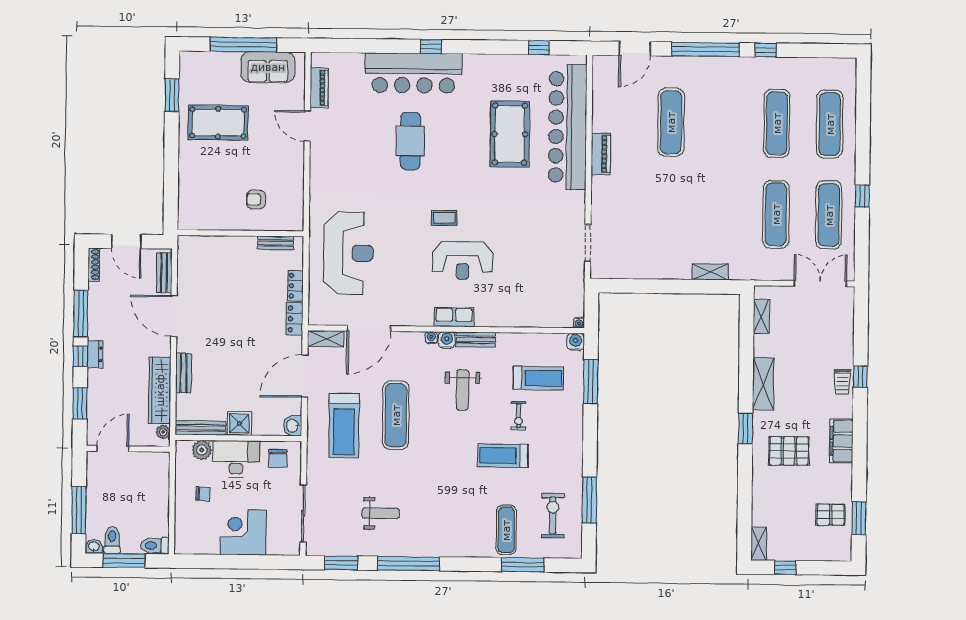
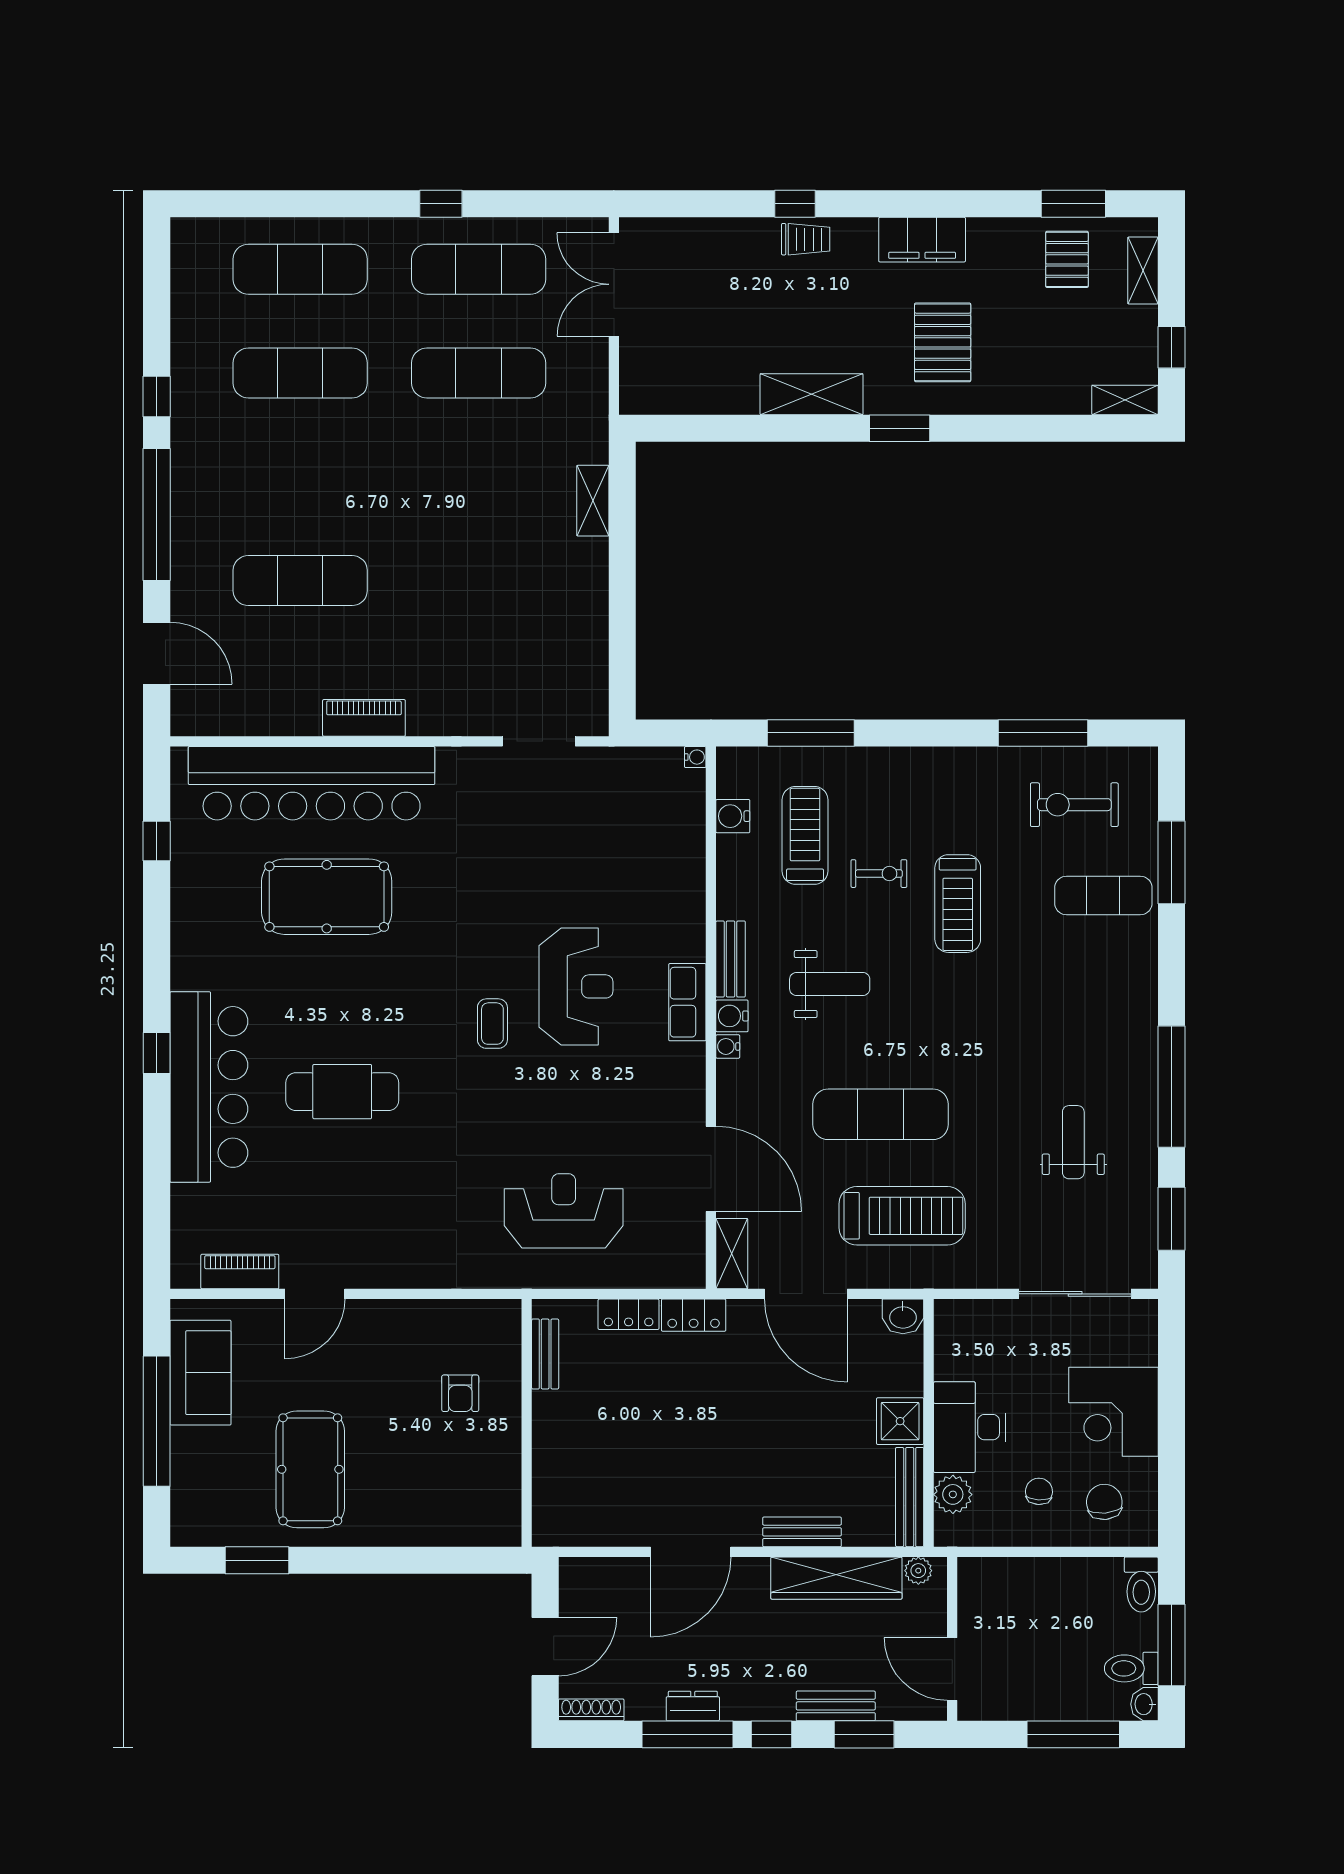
reception desk: (348, 253) -> (564, 1211), width x0.74, depth x0.77
bench: (164, 273) -> (836, 1706), moved
shelving: (761, 316) -> (1143, 270), moved, turned 90
water cooler: (576, 342) -> (733, 816), moved
dresser: (95, 354) -> (693, 1706), moved
chair: (278, 458) -> (1104, 1502), moved, turned -95

